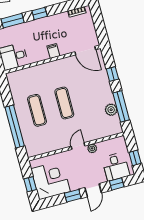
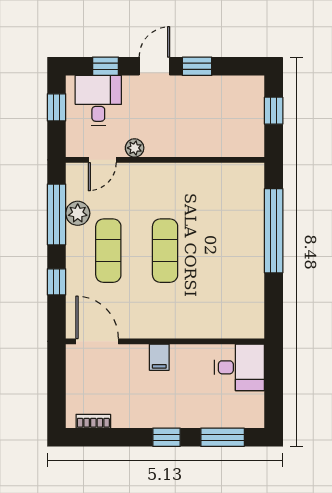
exercise mat: (37, 110) -> (108, 251), moved
door: (78, 146) -> (102, 160), moved
corner desk: (51, 180) -> (232, 108), removed

